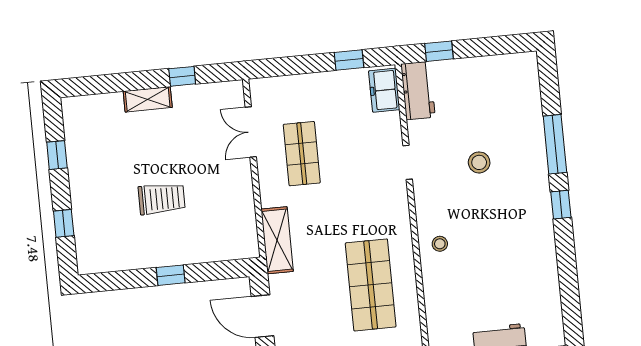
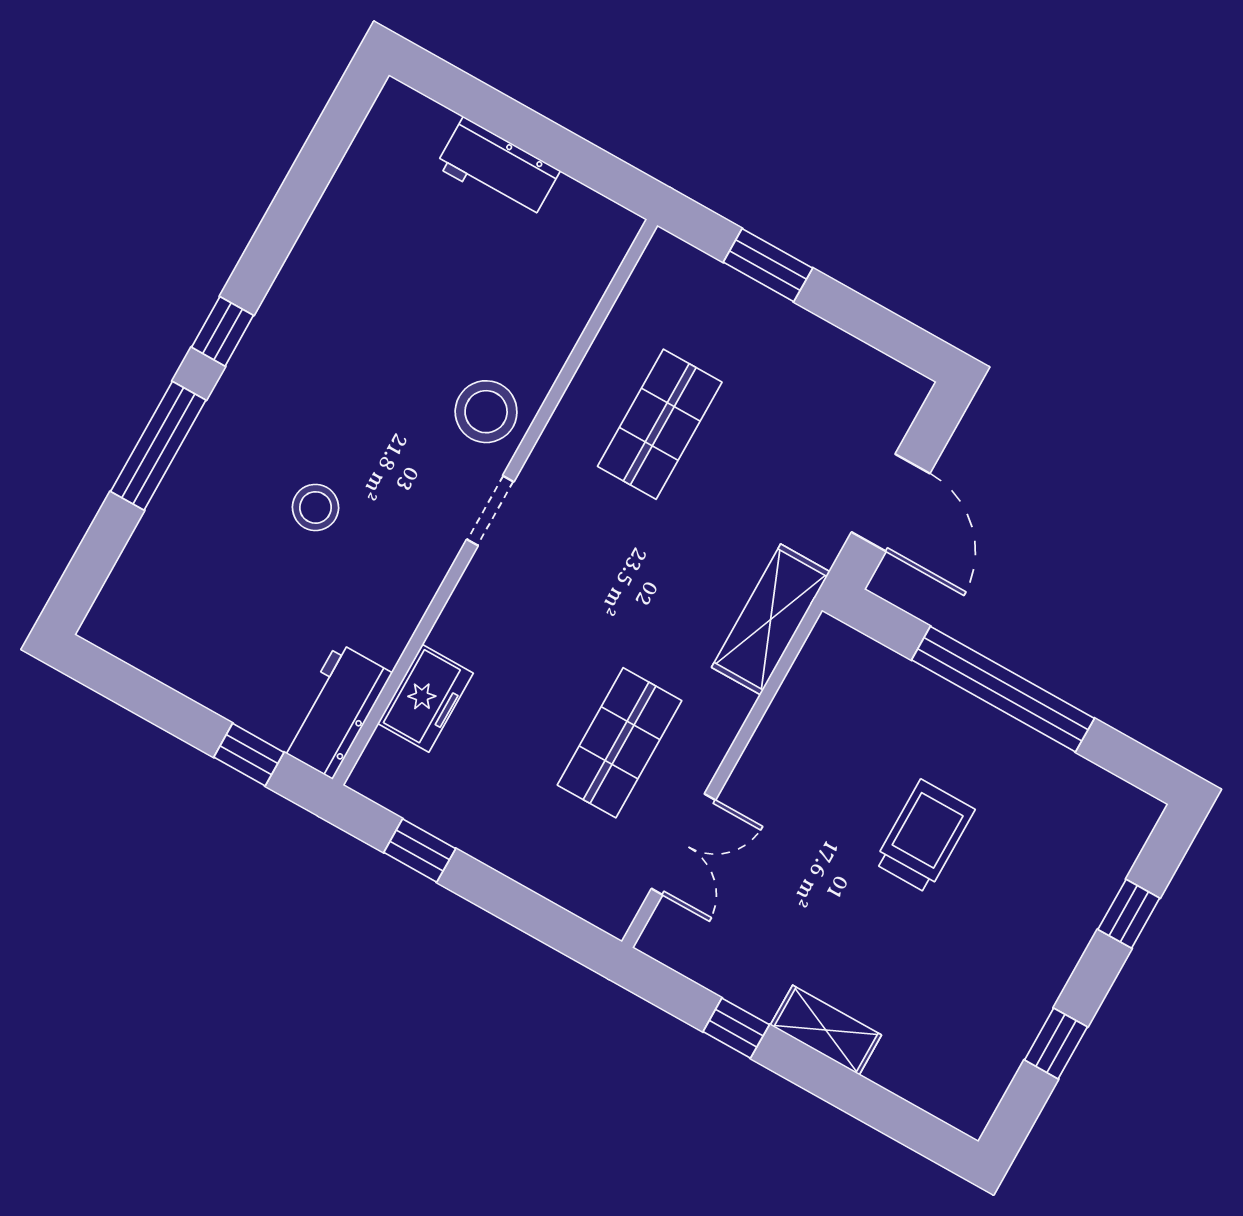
freezer: (384, 90) -> (425, 698), moved
doorway: (408, 162) -> (490, 511), moved
trolley: (162, 199) -> (924, 836), turned 90
stool: (440, 244) -> (486, 412), width x1.89, depth x1.89
window: (171, 275) -> (1003, 689), width x3.17
shop shelf: (371, 285) -> (660, 424), width x0.70, depth x0.74

